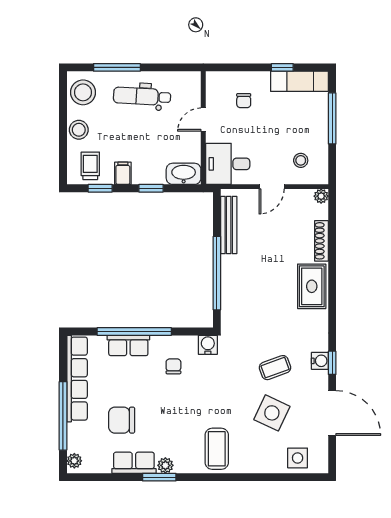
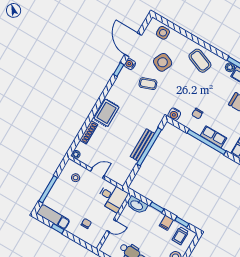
bench: (229, 225) -> (142, 145), moved
water cooler: (320, 361) -> (130, 64), moved
coffee table: (217, 449) -> (200, 61), turned -69

